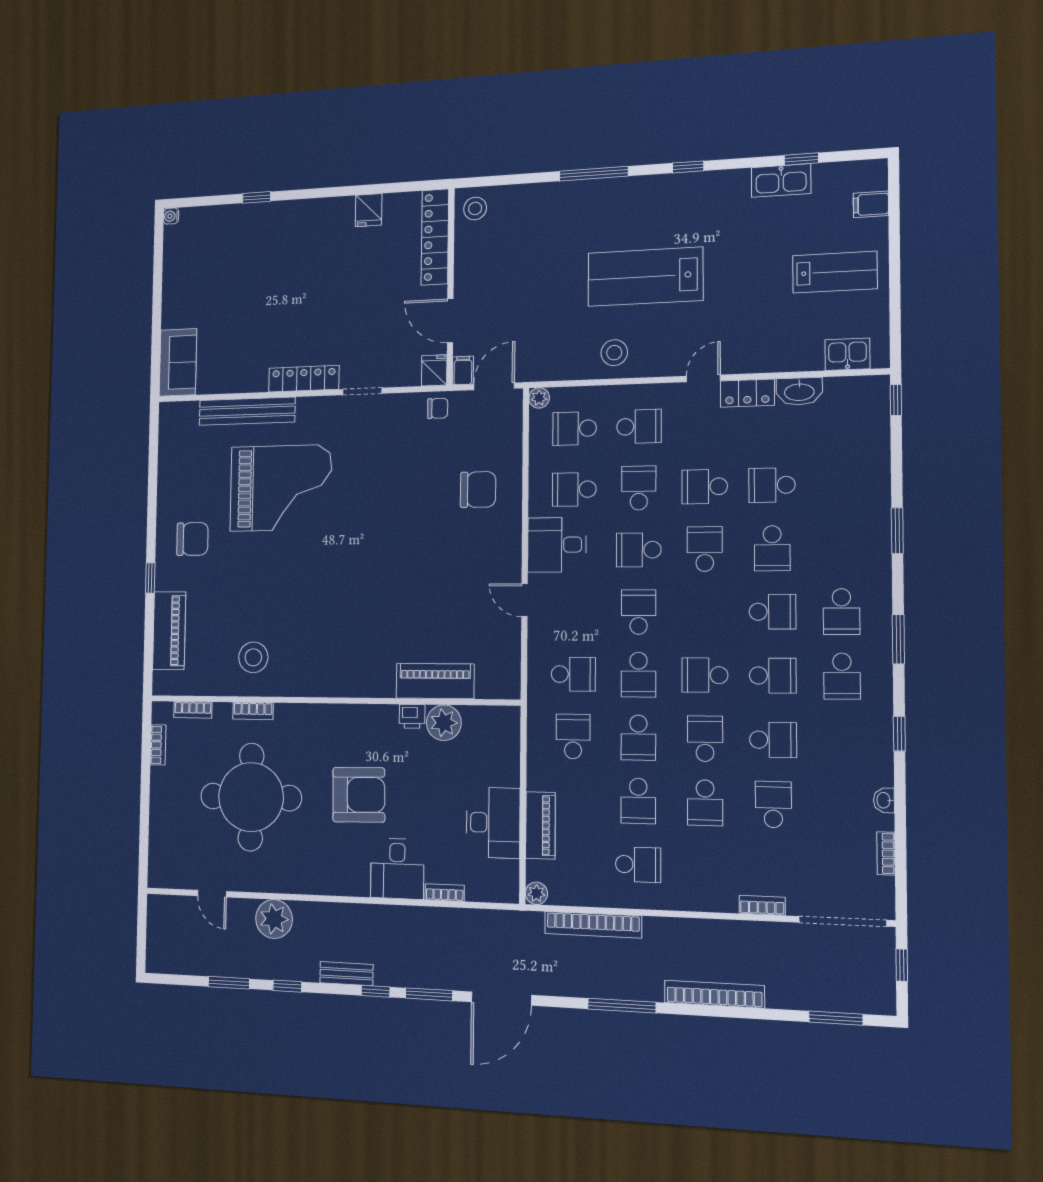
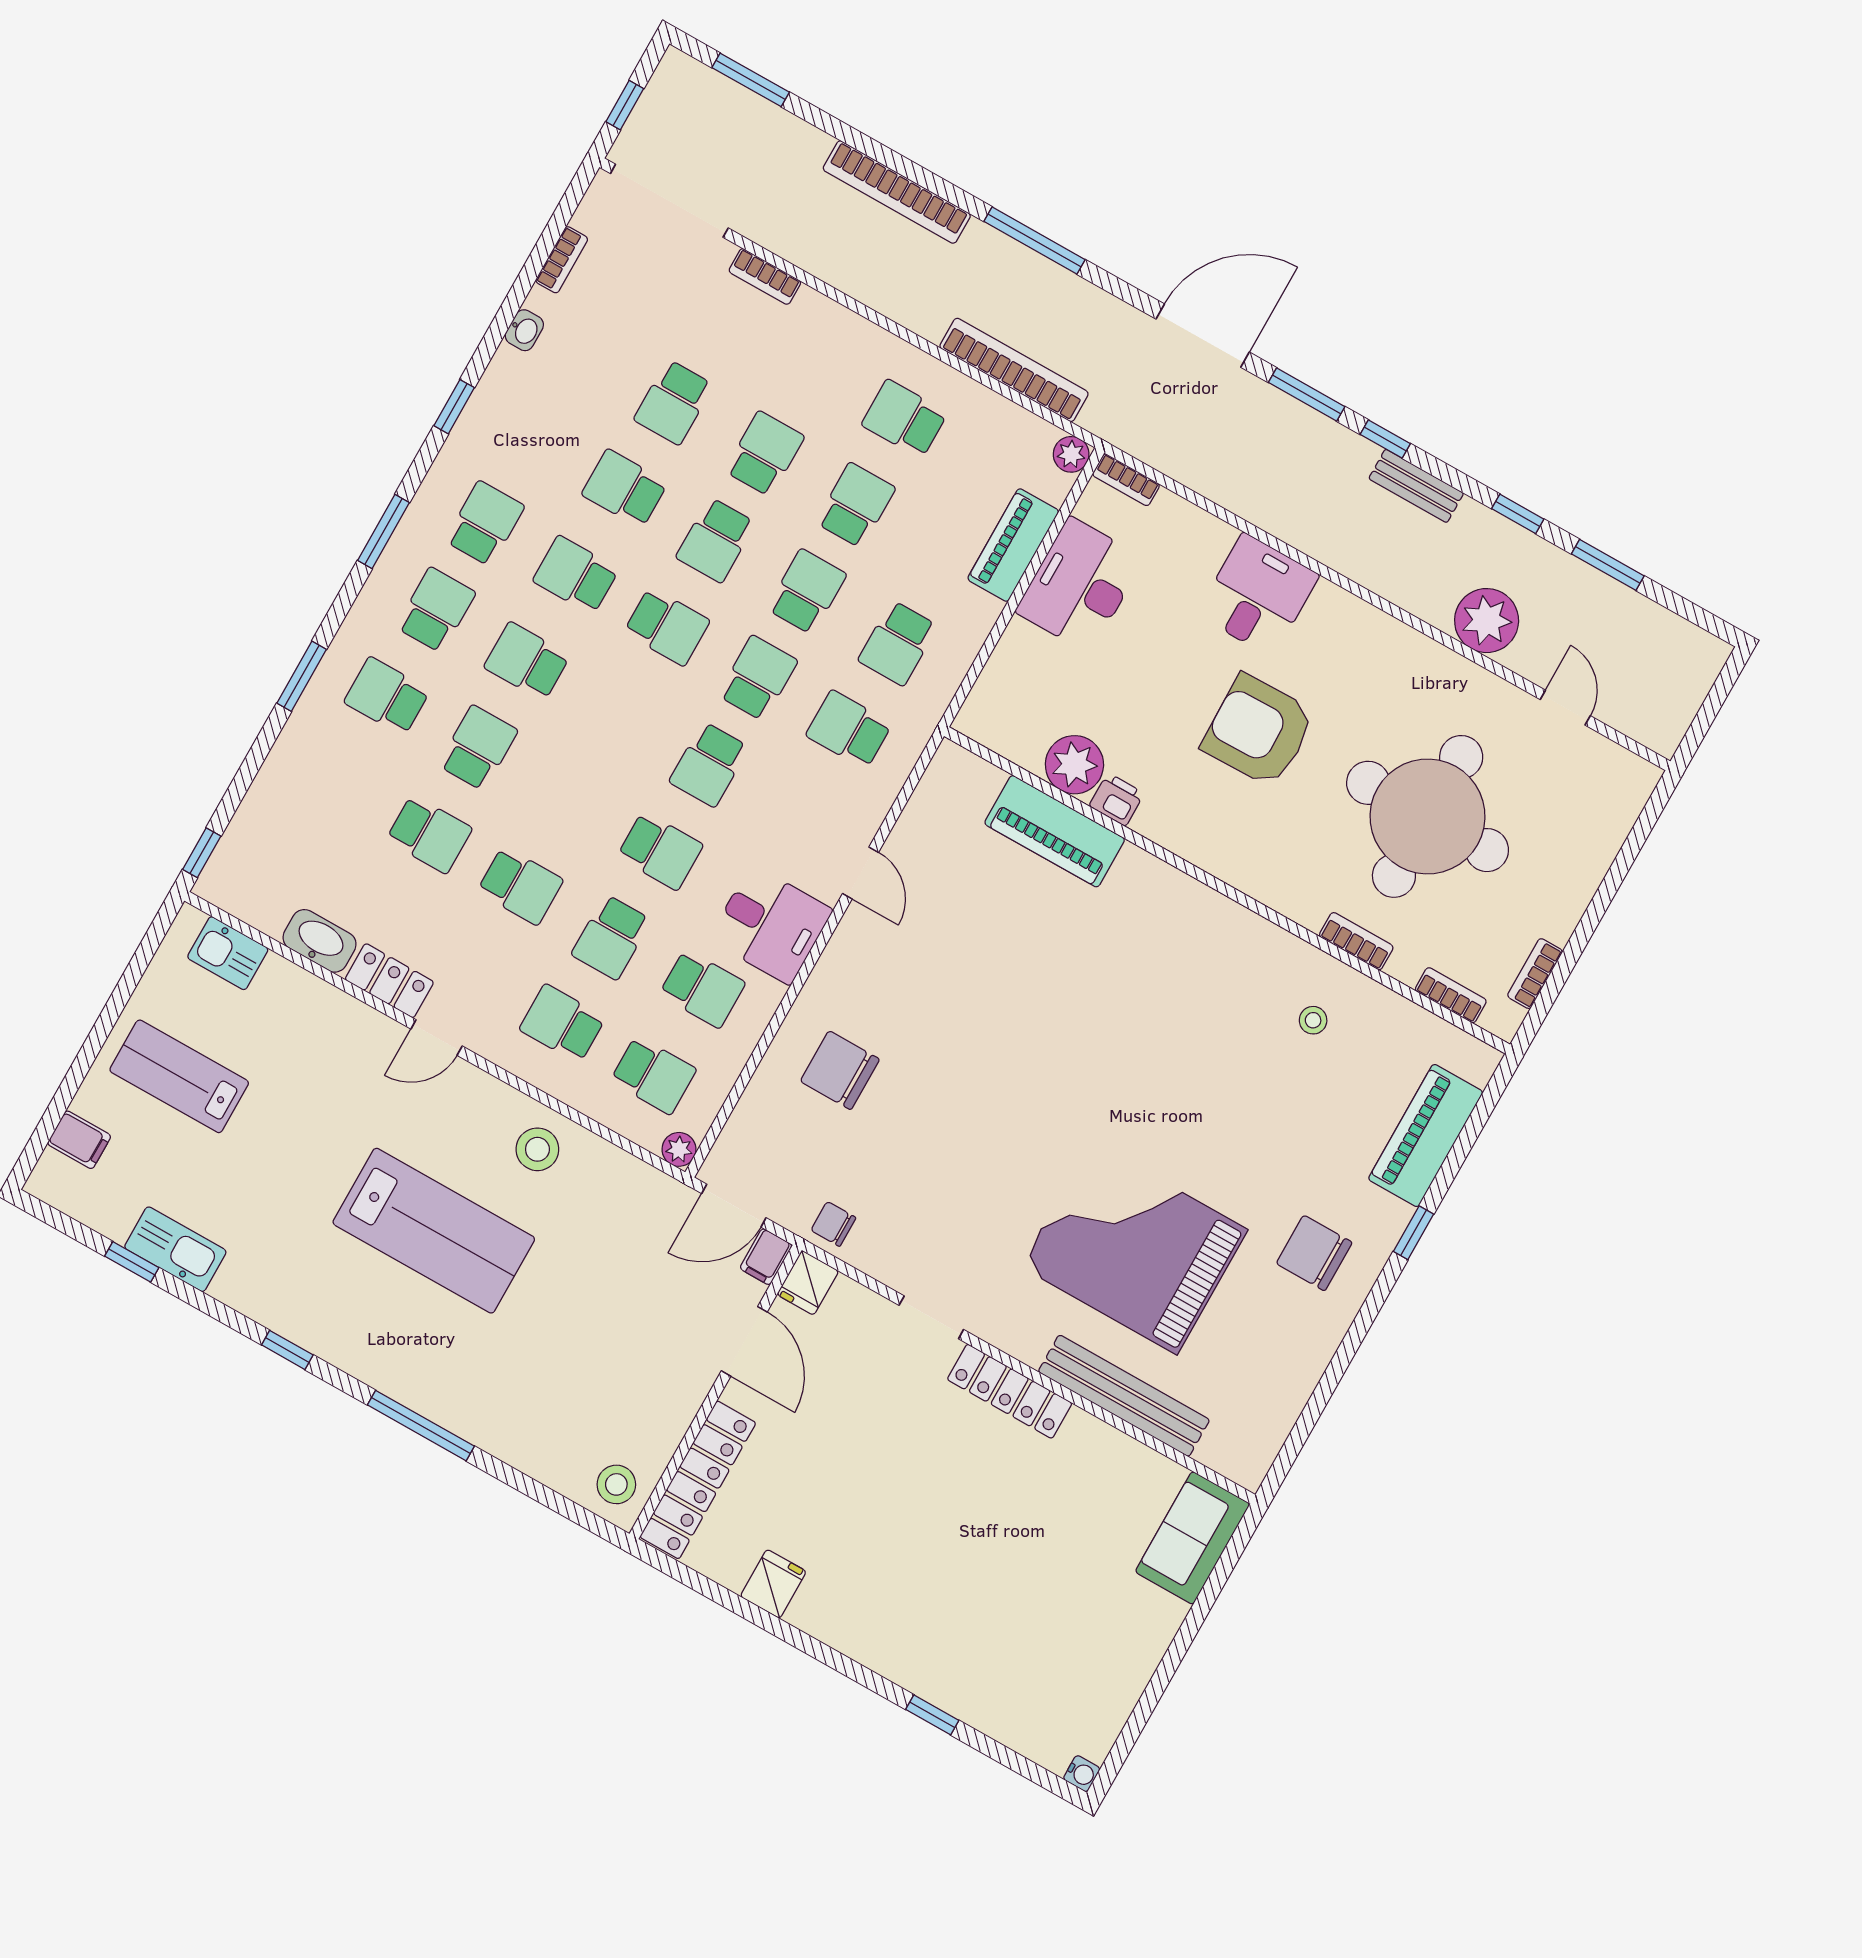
school desk: (705, 549) -> (387, 696), moved, turned 90
stool: (253, 657) -> (1313, 1020), width x0.53, depth x0.53
bookcase: (445, 893) -> (1126, 480), moved

